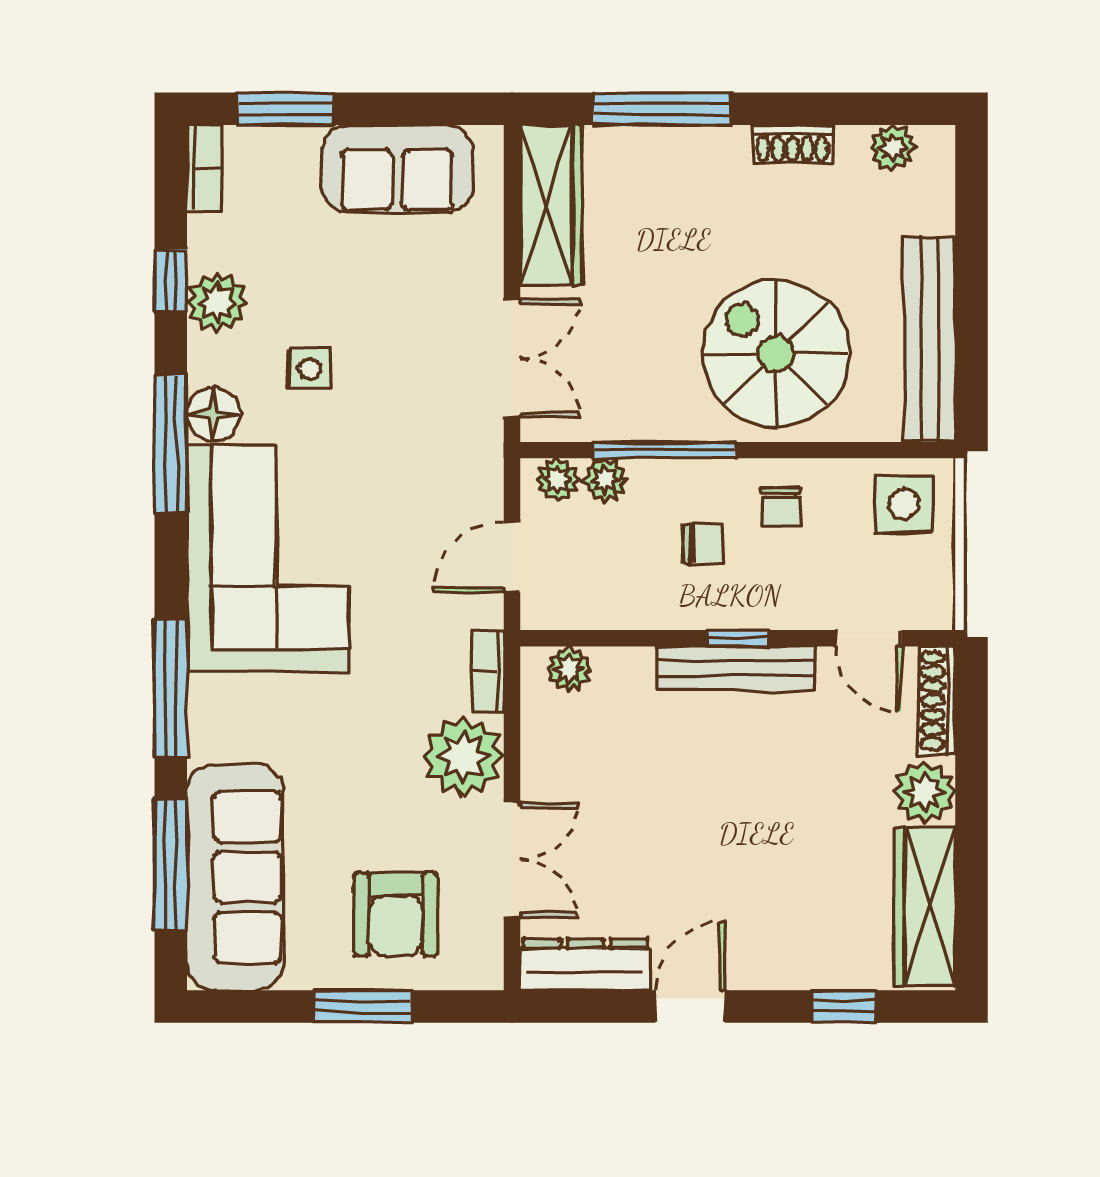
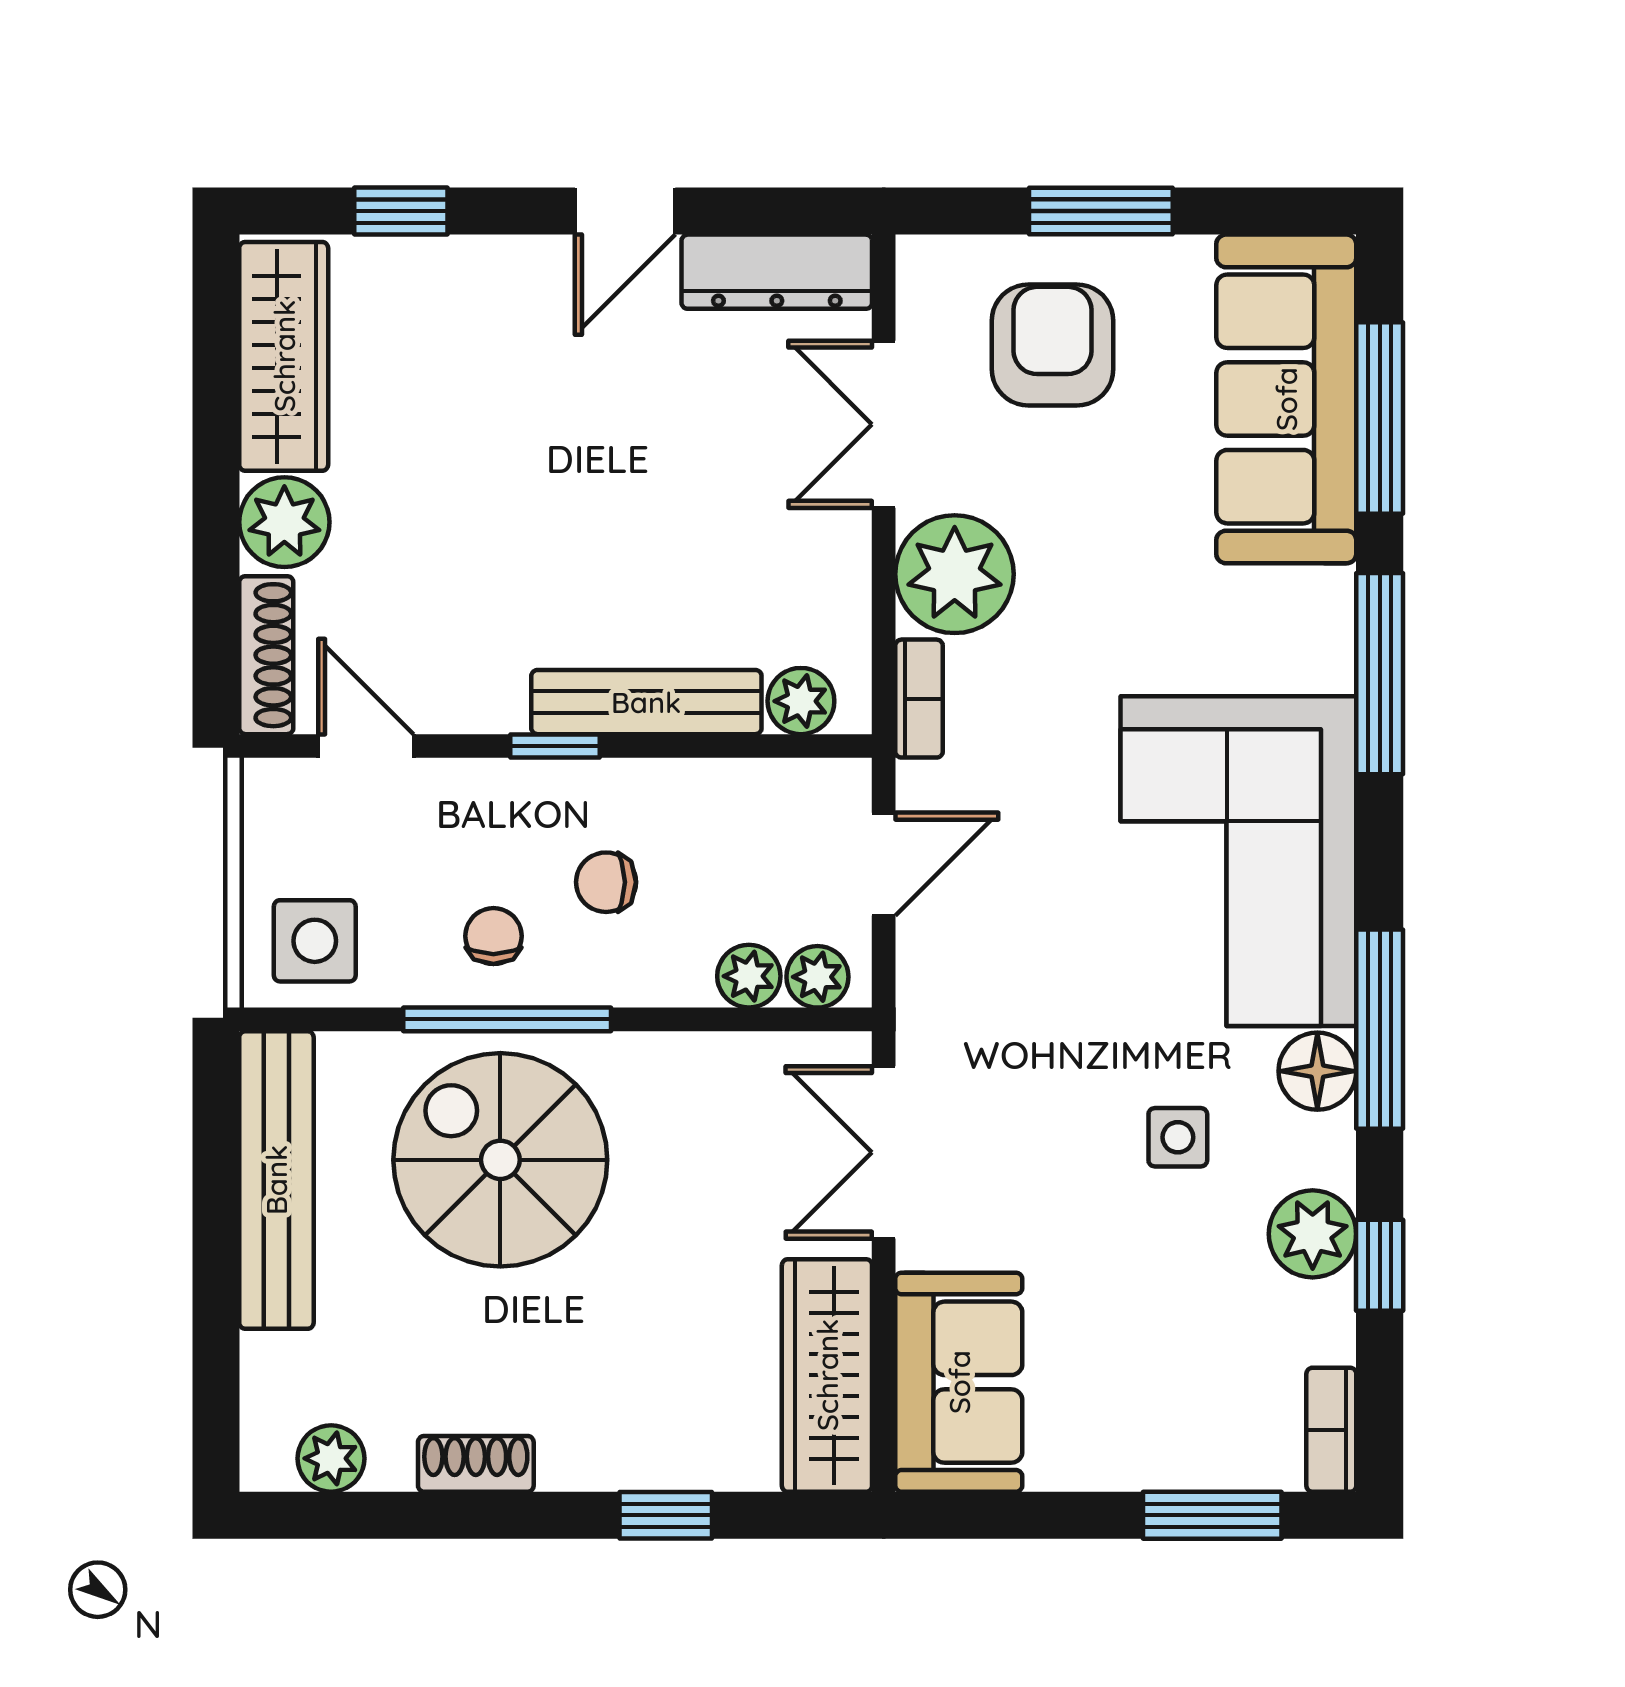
window: (662, 109) -> (666, 1515), width x0.46
sofa: (397, 169) -> (959, 1382), moved, turned 90
spiral stairs: (776, 353) -> (500, 1160), turned 180
window: (664, 450) -> (507, 1019), moved
bench: (735, 668) -> (646, 702), moved

